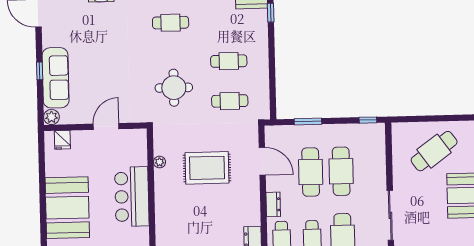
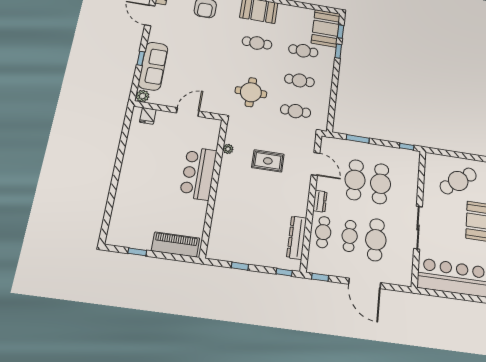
cafe table: (228, 21) -> (303, 51), added
rug: (207, 168) -> (268, 161), width x0.73, depth x0.70
booth: (67, 208) -> (139, 173), removed

